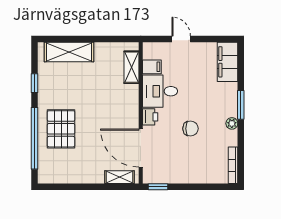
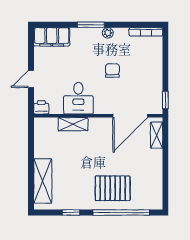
shelving: (132, 67) -> (73, 124), moved
filing cabinet: (152, 67) -> (56, 106), removed
printer: (150, 117) -> (41, 107), moved

